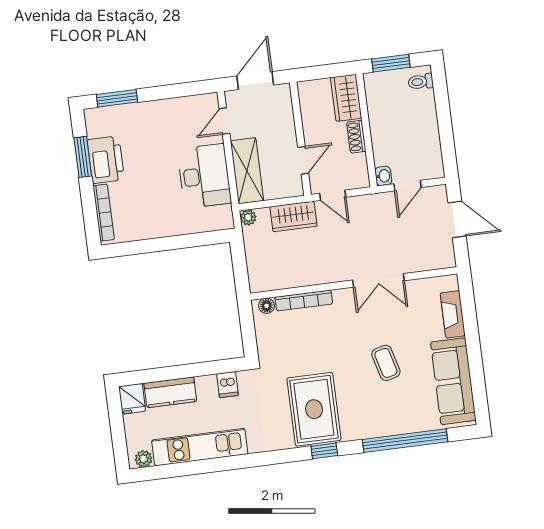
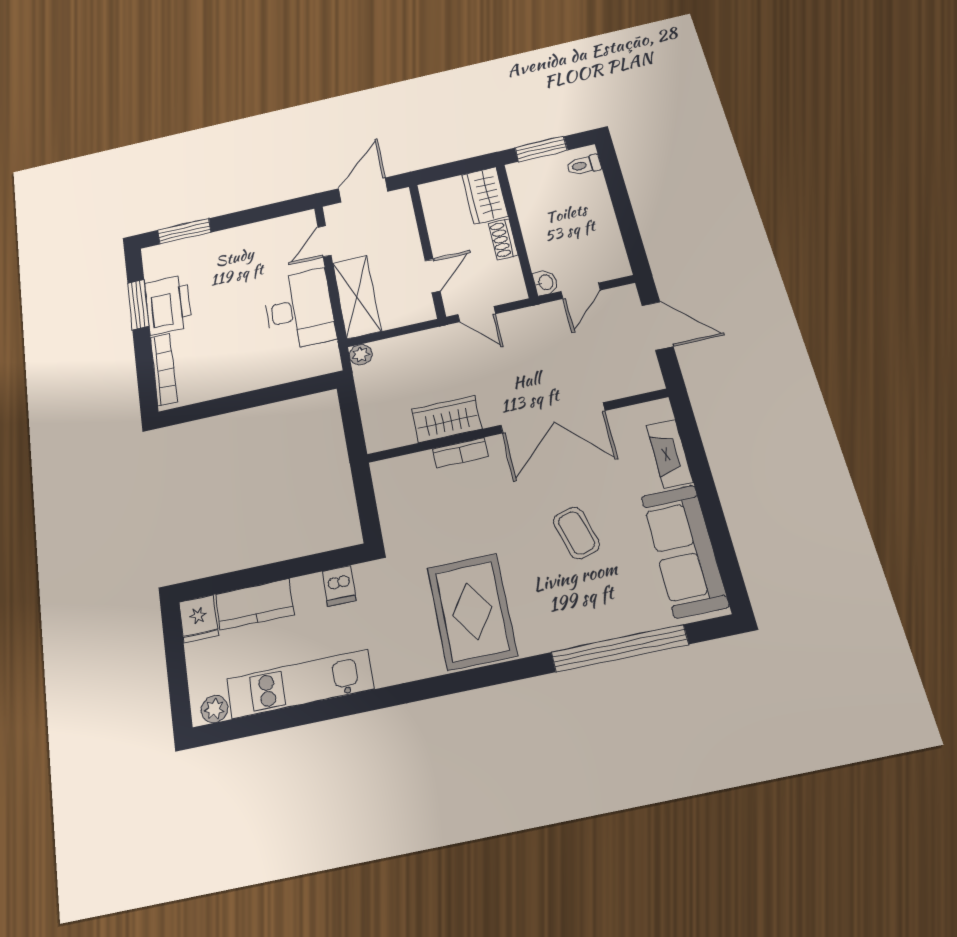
wardrobe: (293, 216) -> (447, 419), moved, turned 180
double door: (378, 280) -> (553, 418), width x1.37
bookcase: (304, 300) -> (460, 453), width x0.64
floor lamp: (267, 306) -> (392, 468), removed
window: (324, 451) -> (493, 675), removed

